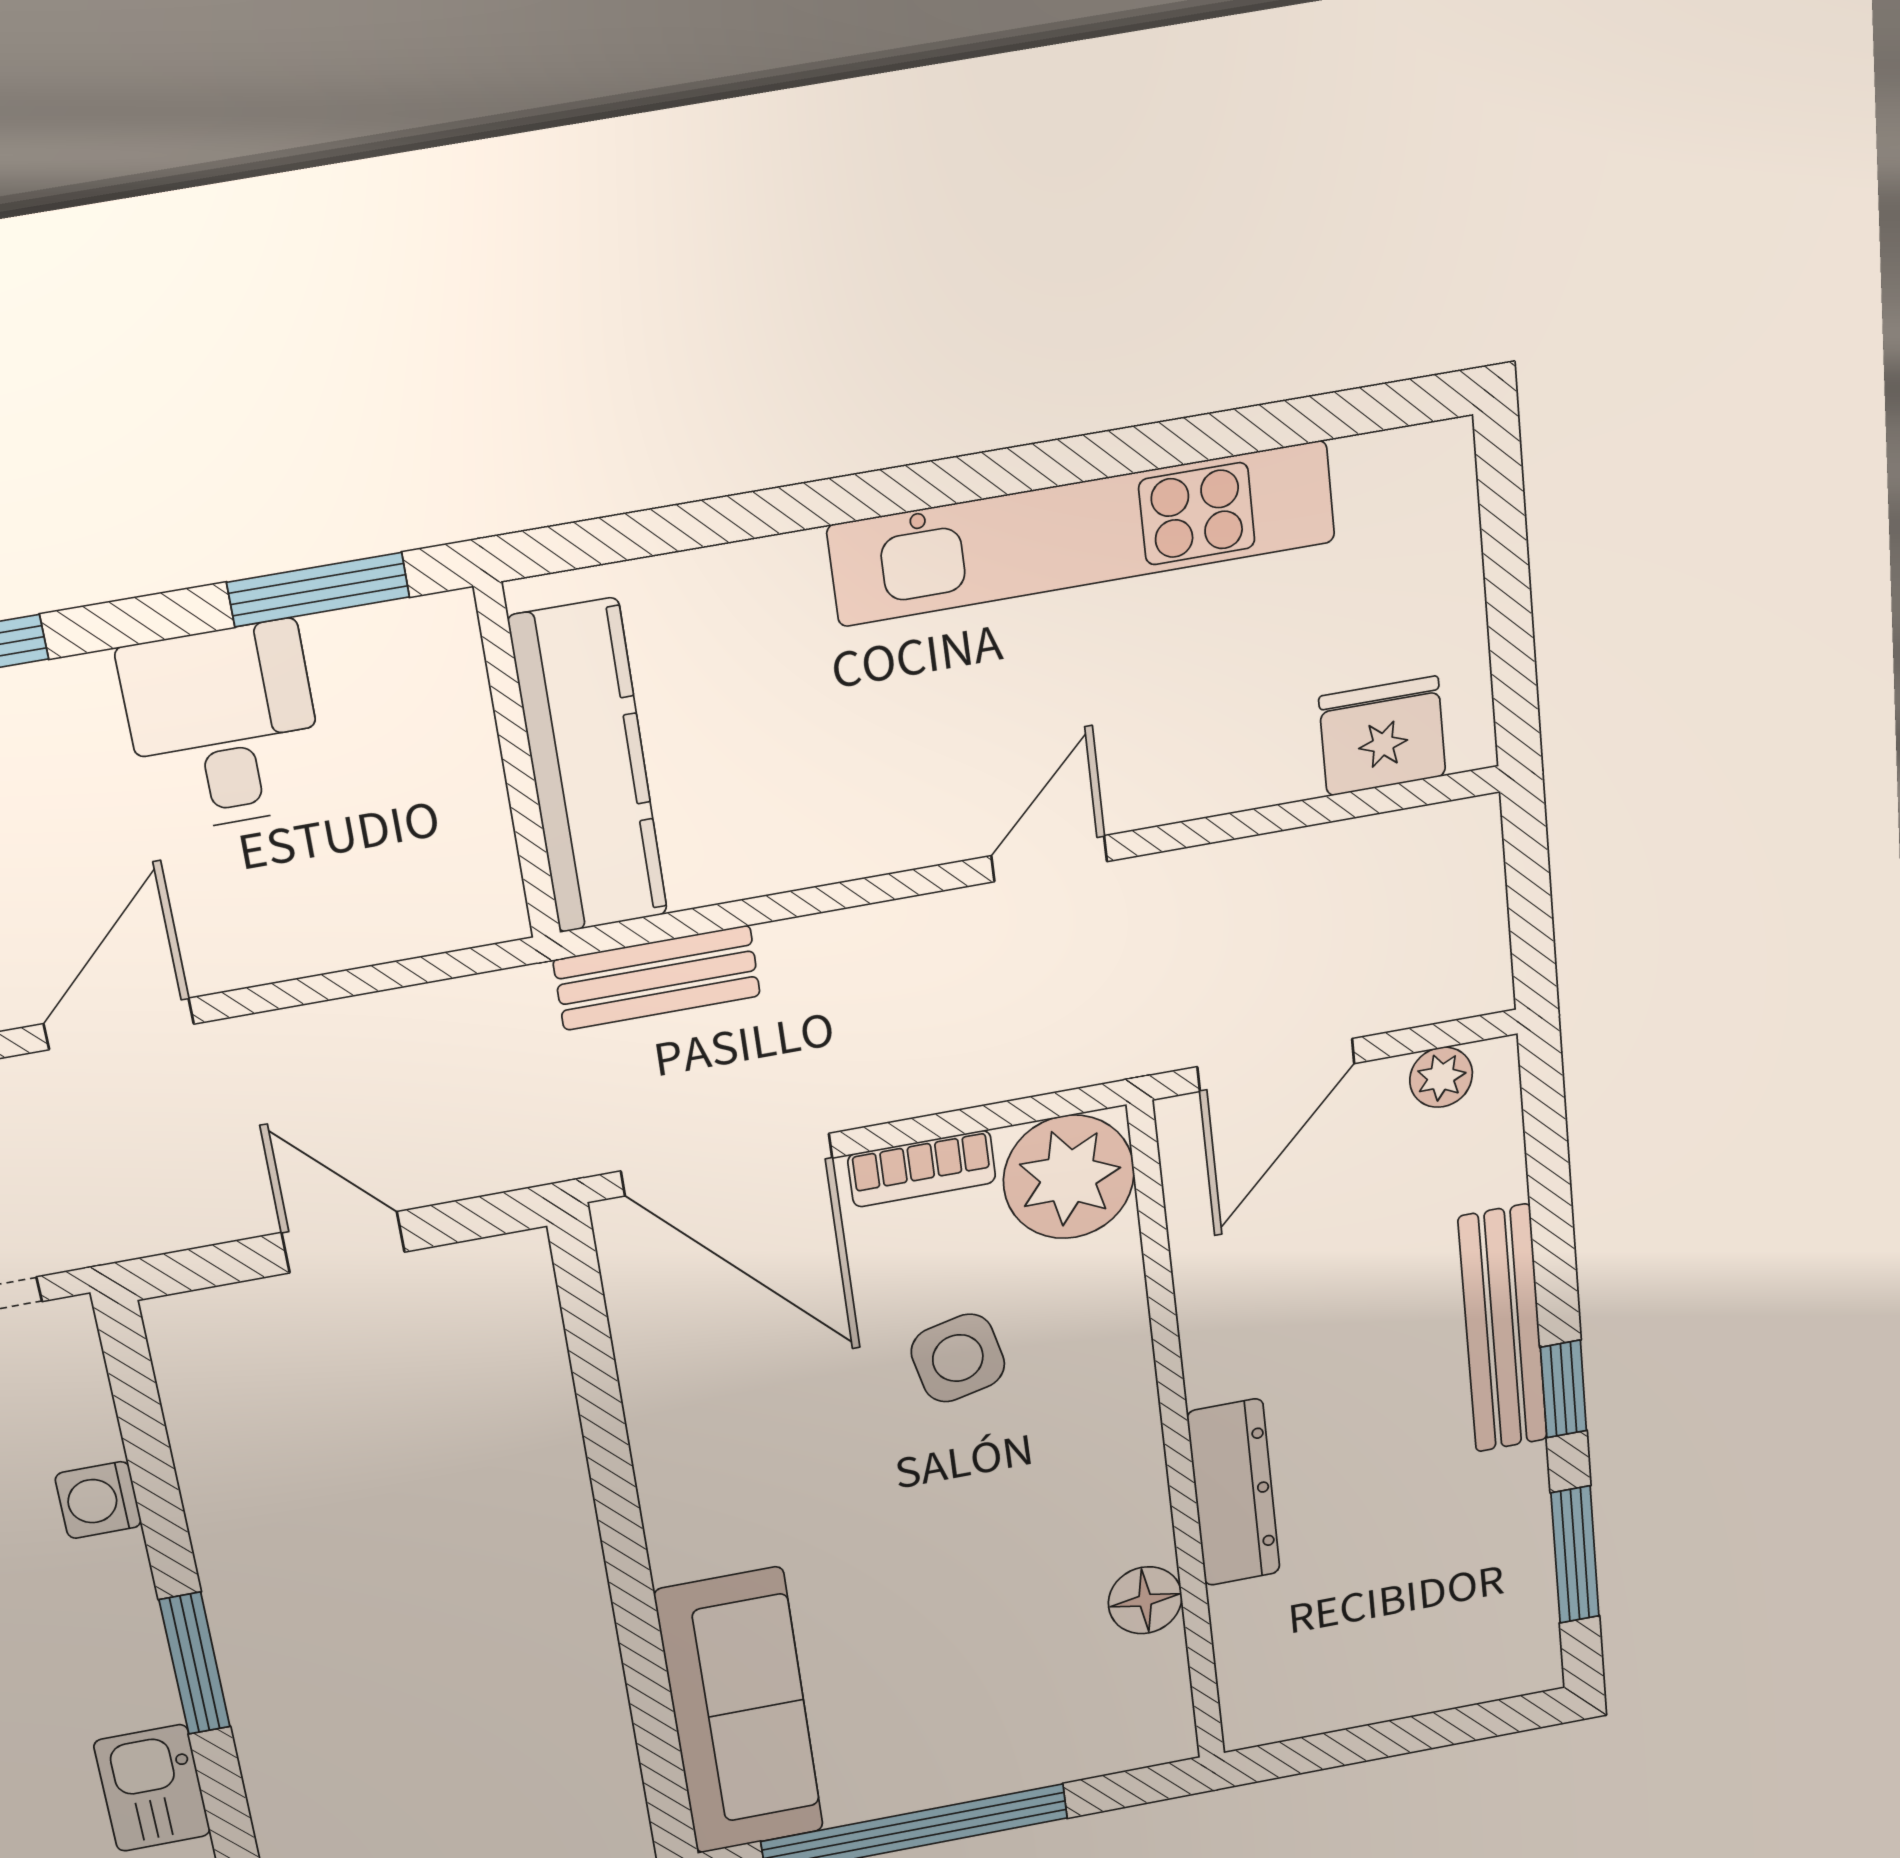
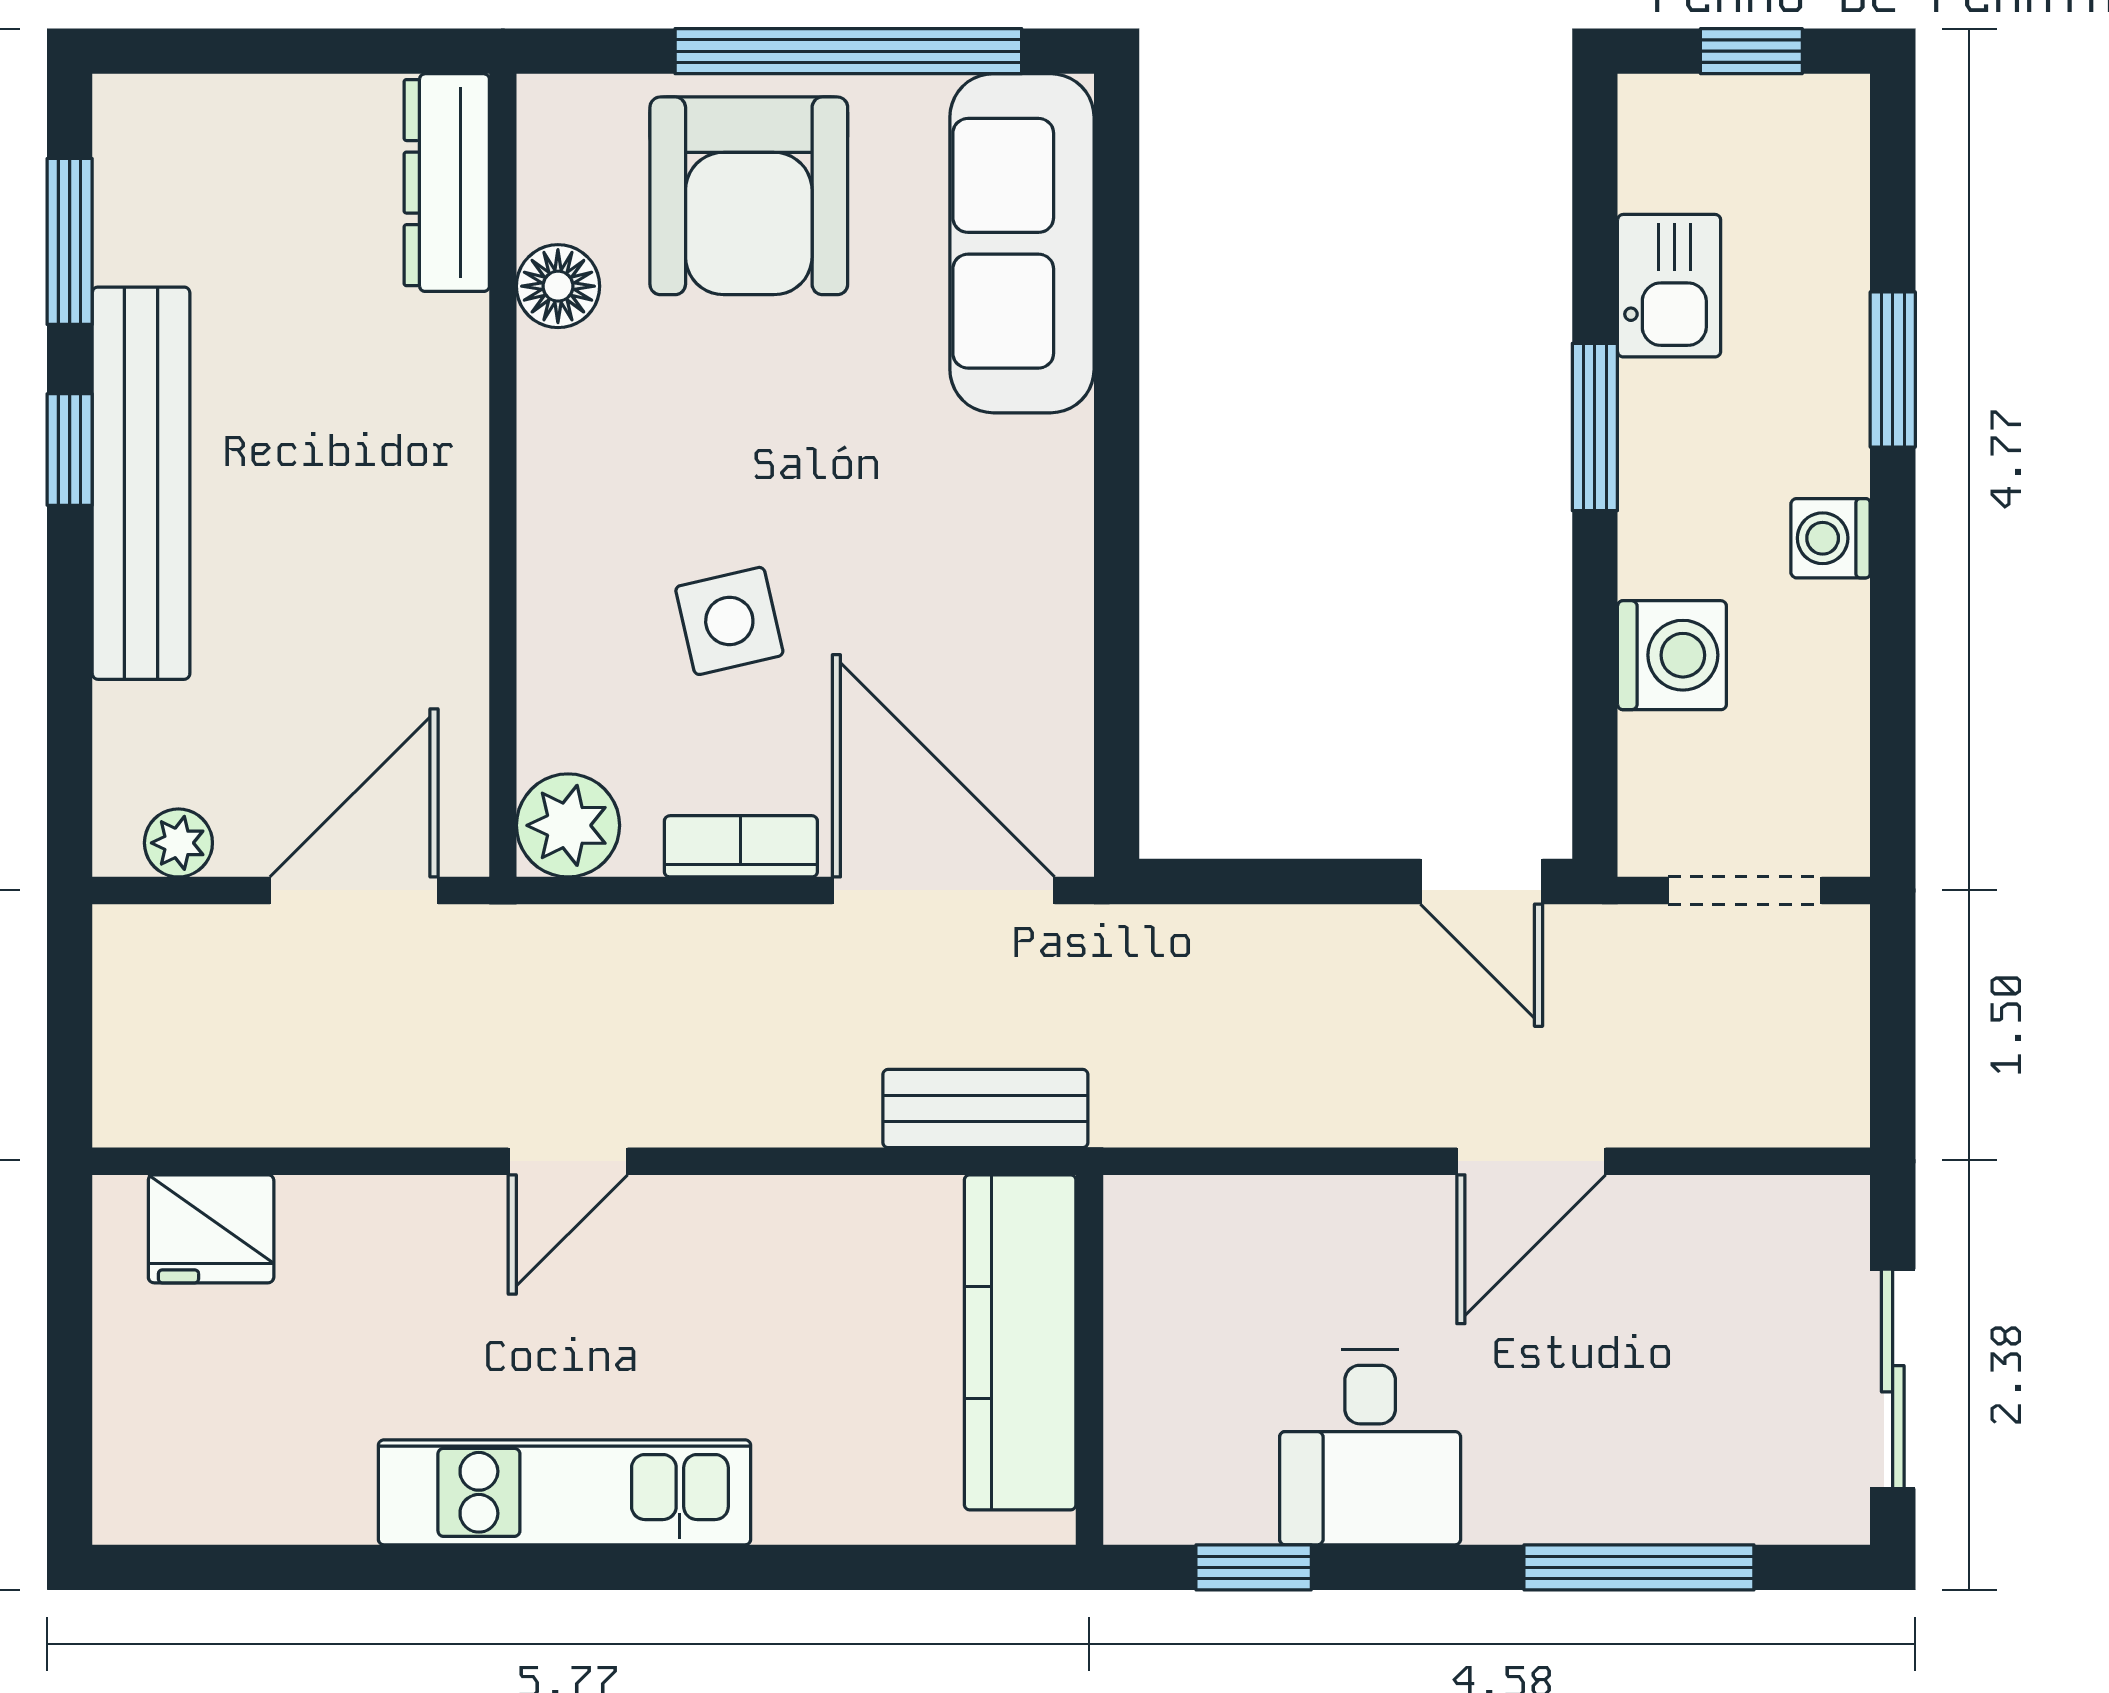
kitchen unit: (1082, 533) -> (565, 1492), width x0.73
window: (318, 590) -> (1254, 1567), width x0.67
plant: (1069, 1177) -> (568, 825), width x0.73, depth x0.73
door: (343, 1242) -> (1481, 881), moved
bench: (1503, 1329) -> (141, 483), width x1.37, depth x1.21
dresser: (1234, 1493) -> (447, 183), moved
washing machine: (98, 1500) -> (1672, 655), width x1.38, depth x1.38
armchair: (986, 1703) -> (749, 196), added

